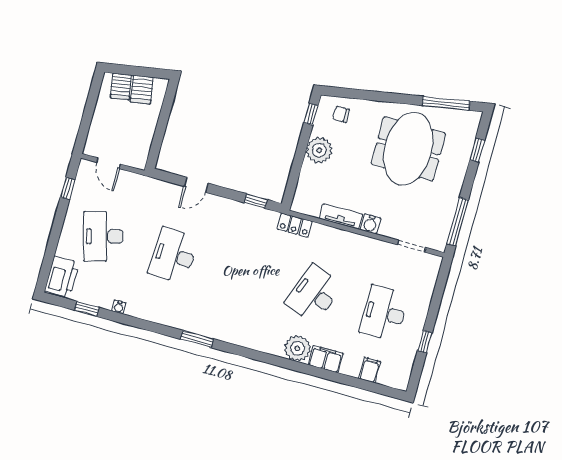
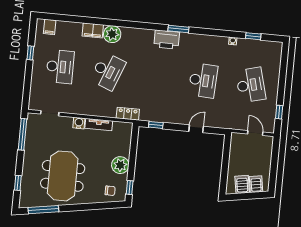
printer: (62, 277) -> (167, 40), moved, turned -90
filing cabinet: (370, 370) -> (50, 27), moved

